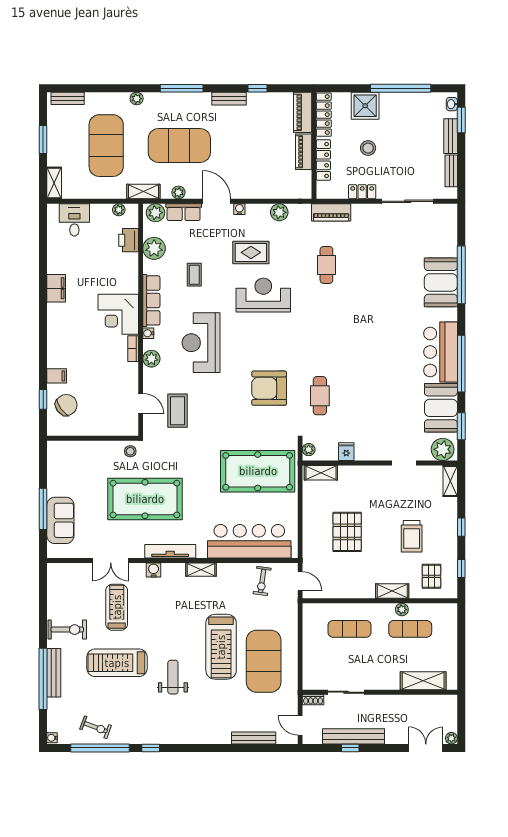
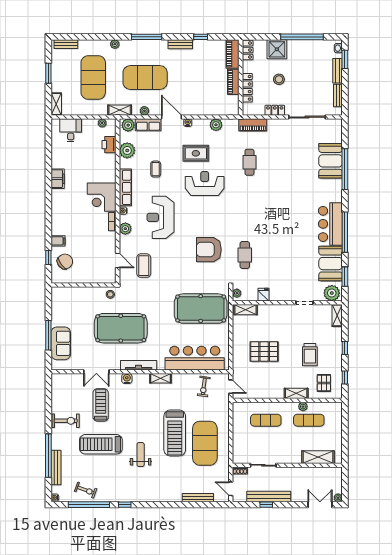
locker: (324, 115) -> (248, 50), width x0.66
booth: (441, 282) -> (331, 161), moved
pallet: (347, 532) -> (264, 352), turned 90
bench: (54, 673) -> (56, 468), moved

